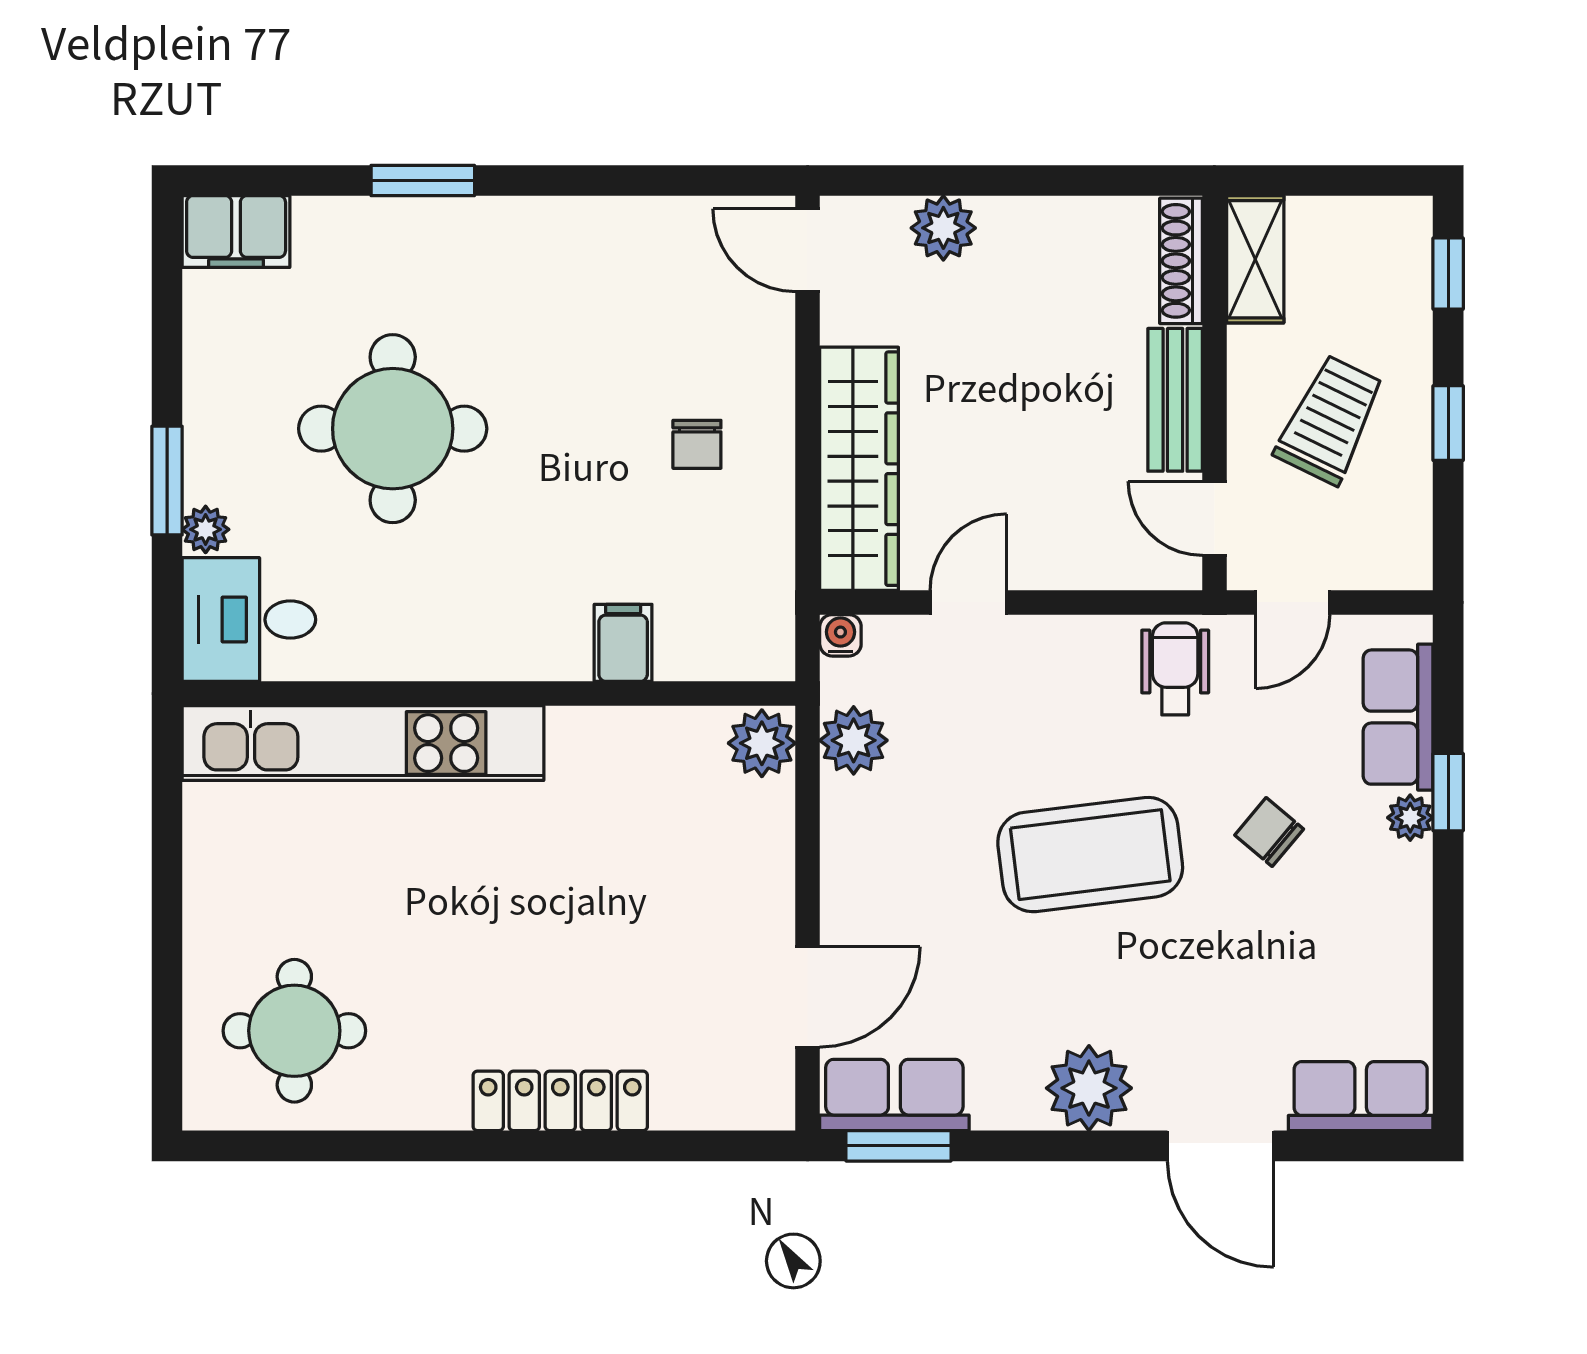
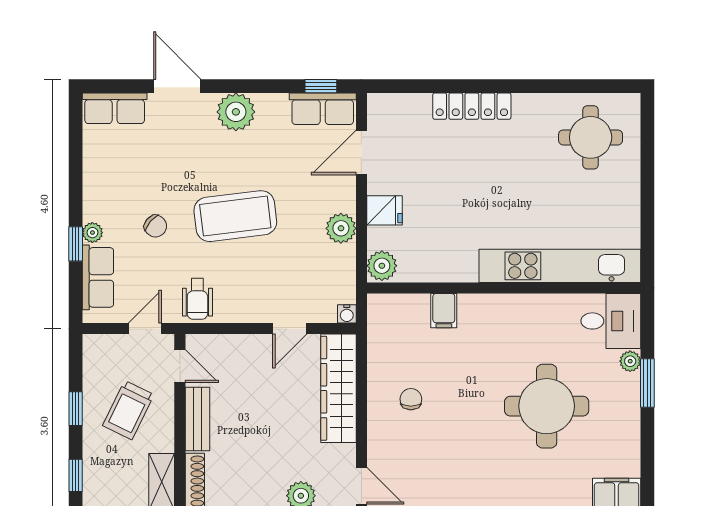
plant: (854, 740) -> (341, 228), moved
fridge: (756, 867) -> (384, 210), added
window: (898, 1146) -> (321, 86), width x0.67

